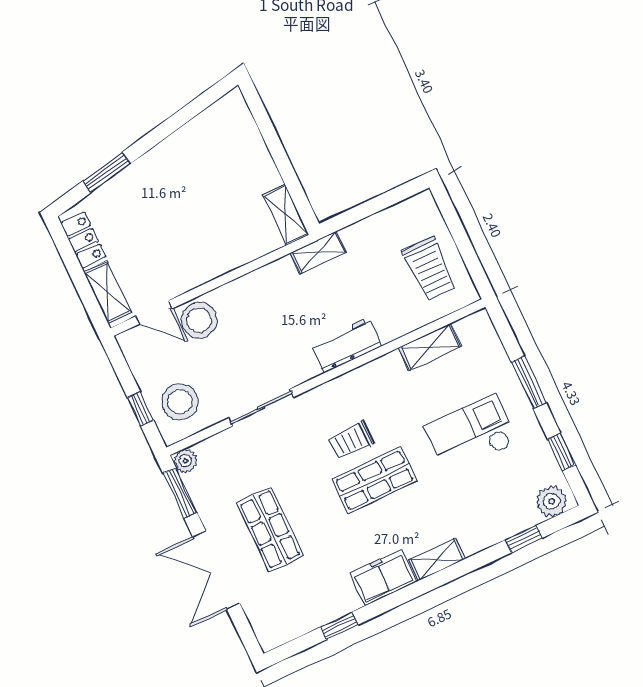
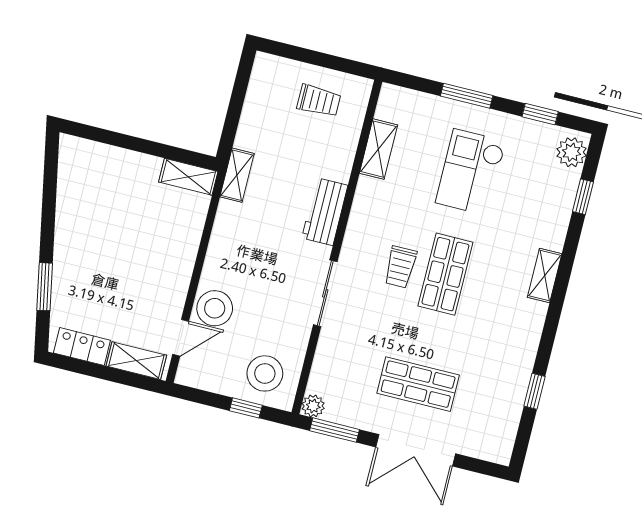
trolley: (430, 269) -> (319, 101), width x0.73, depth x0.72
sliding door: (261, 408) -> (325, 293), moved
freezer: (383, 577) -> (525, 328), removed

